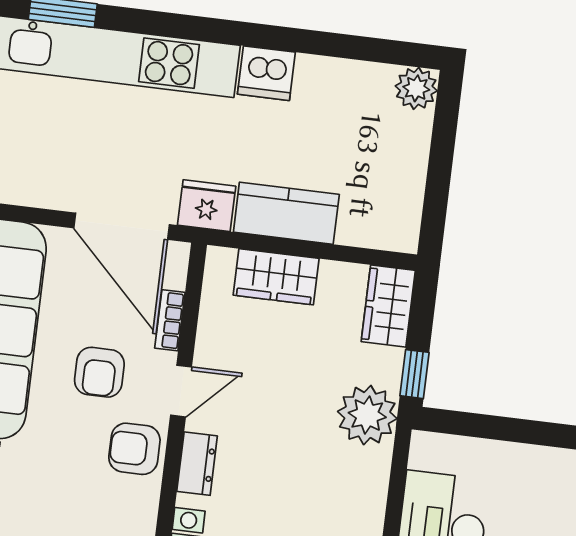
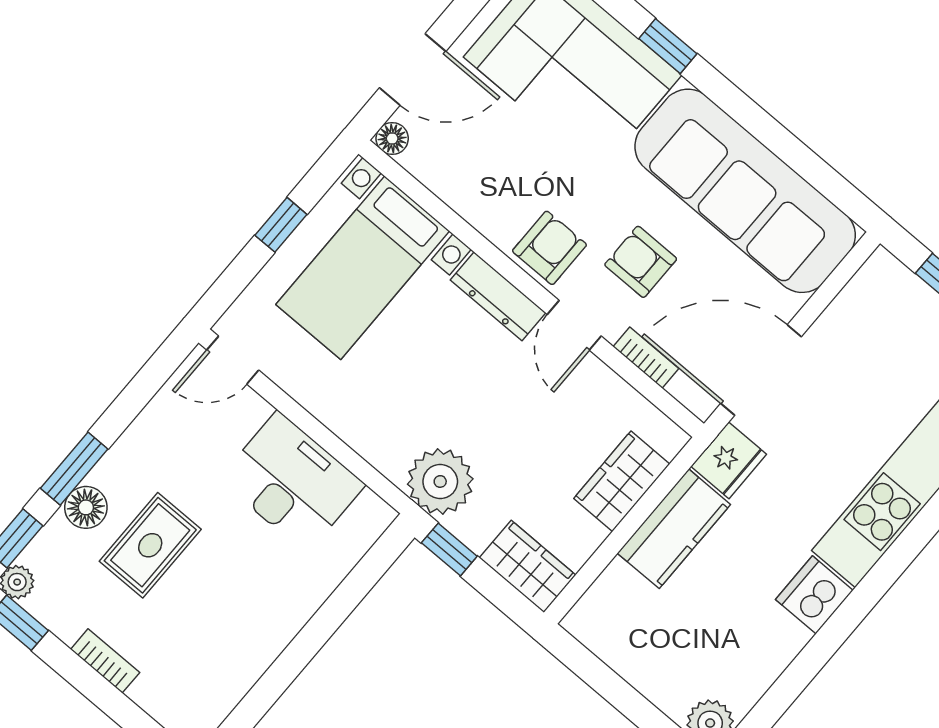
dresser: (197, 464) -> (498, 296), width x1.44

